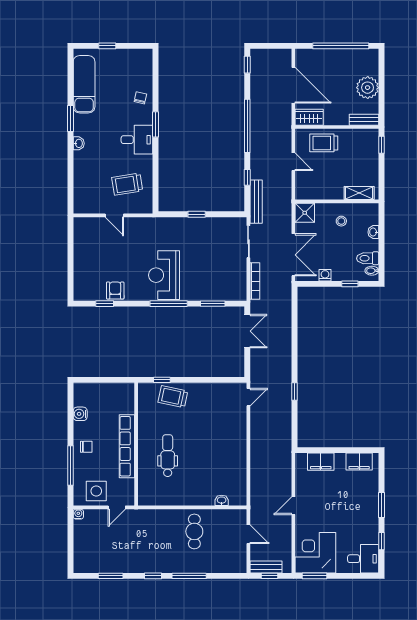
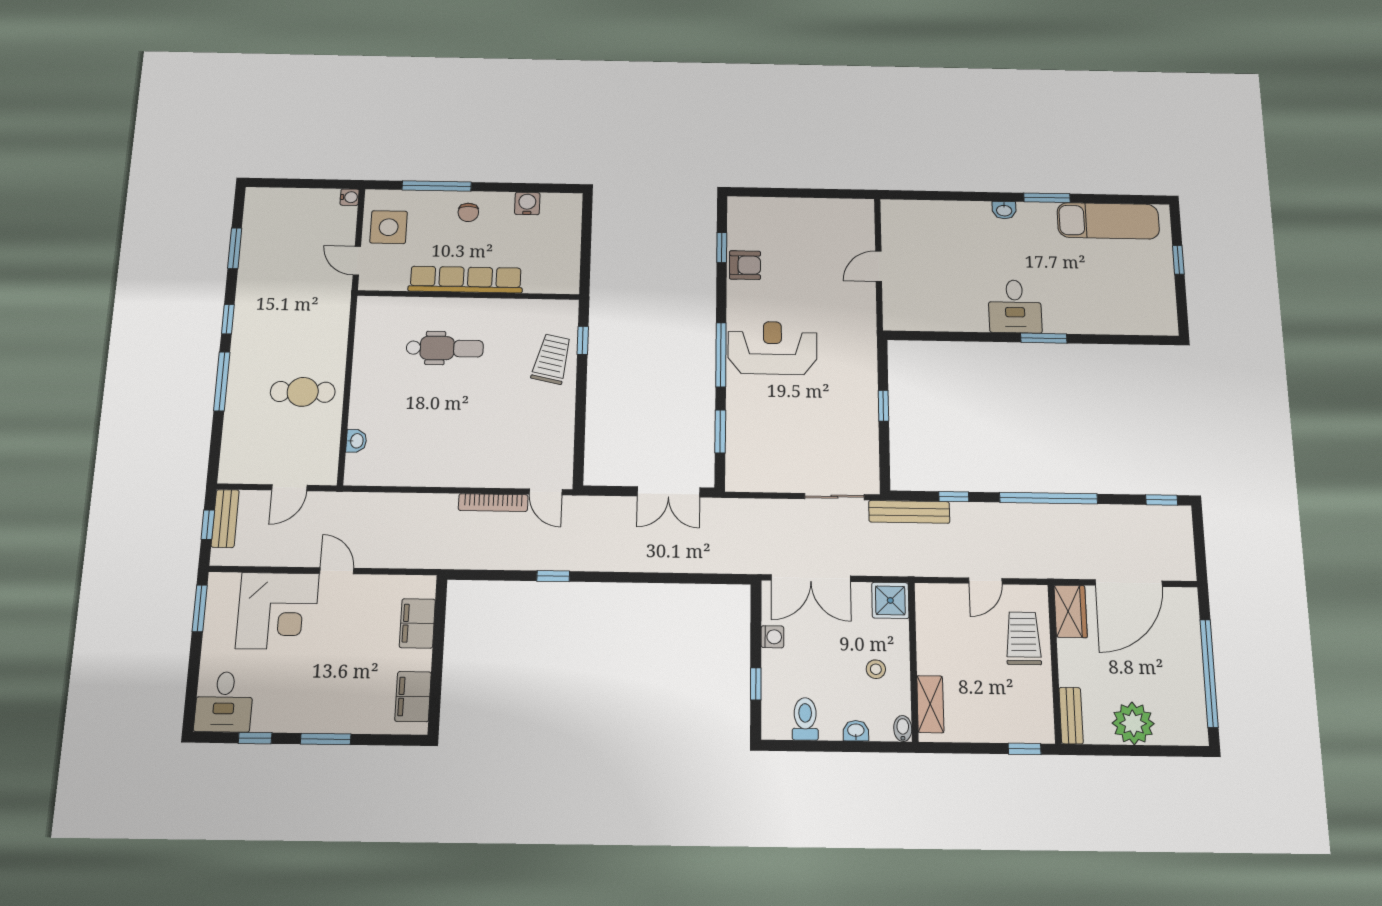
chair: (140, 98) -> (1090, 314), removed
trolley: (127, 184) -> (935, 288), removed
bidet: (372, 271) -> (903, 729), moved
bookcase: (255, 281) -> (493, 503), moved
corner desk: (315, 553) -> (278, 611), moved, turned 90

